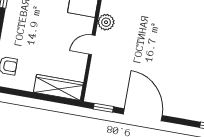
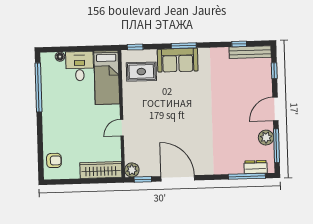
plant: (106, 22) -> (132, 170), moved

